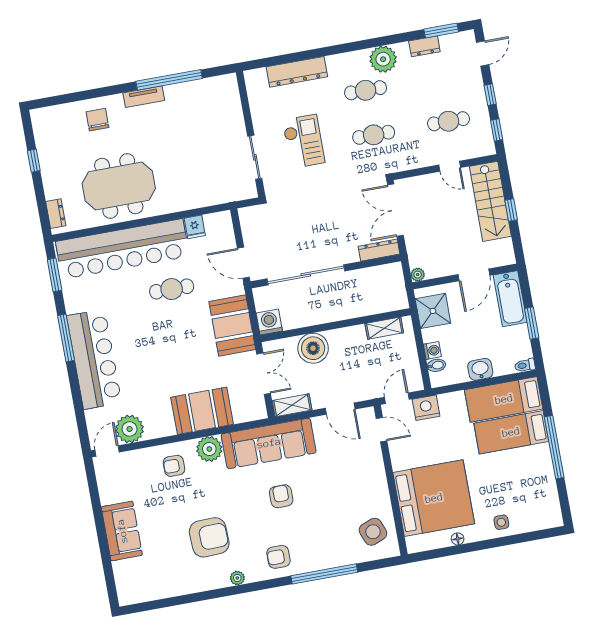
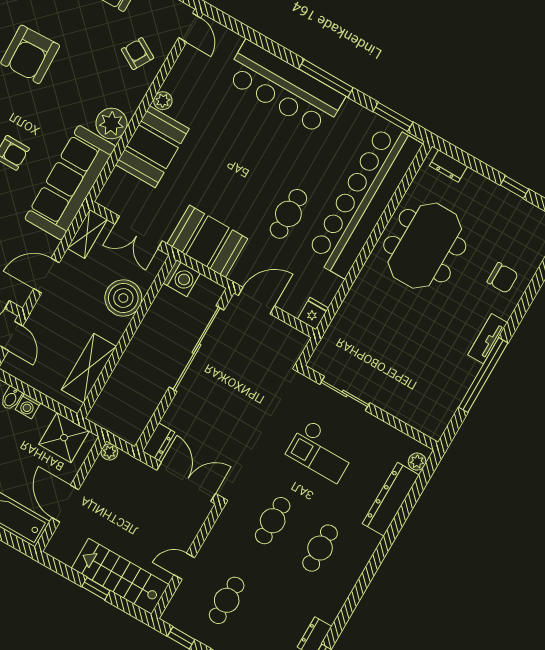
plant: (383, 59) -> (417, 462), moved, width x0.53, depth x0.53
fridge: (195, 227) -> (313, 314), moved, turned 90
dresser: (379, 250) -> (159, 442), width x0.70
shelving: (384, 328) -> (89, 368), width x1.50, depth x1.33
plant: (130, 429) -> (163, 101), moved, width x0.53, depth x0.53
armchair: (174, 466) -> (138, 54), moved, turned -60

